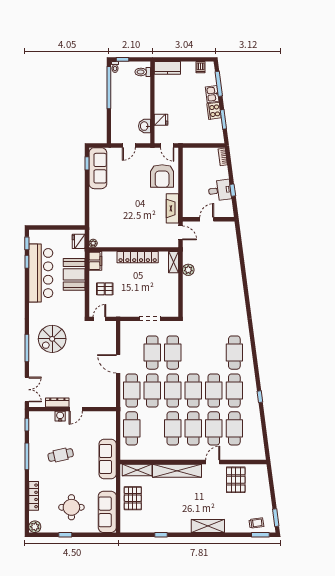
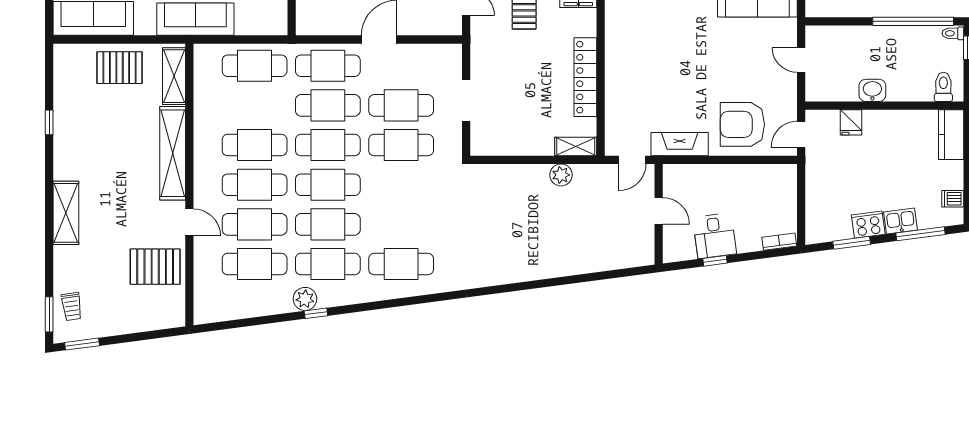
washbasin: (145, 126) -> (872, 90), moved
plant: (252, 402) -> (305, 299), added

